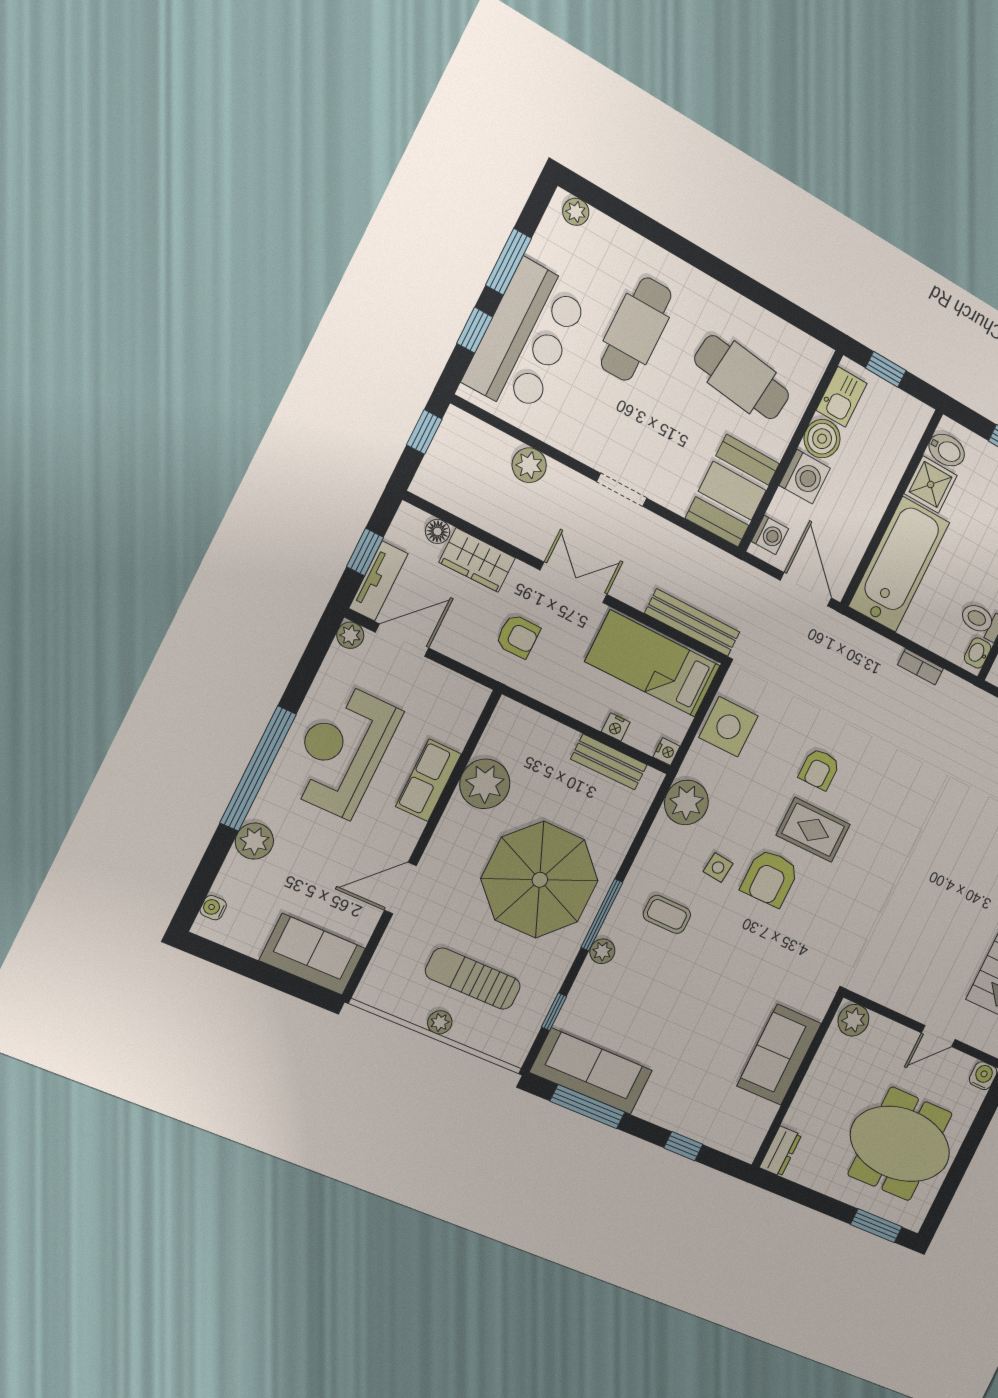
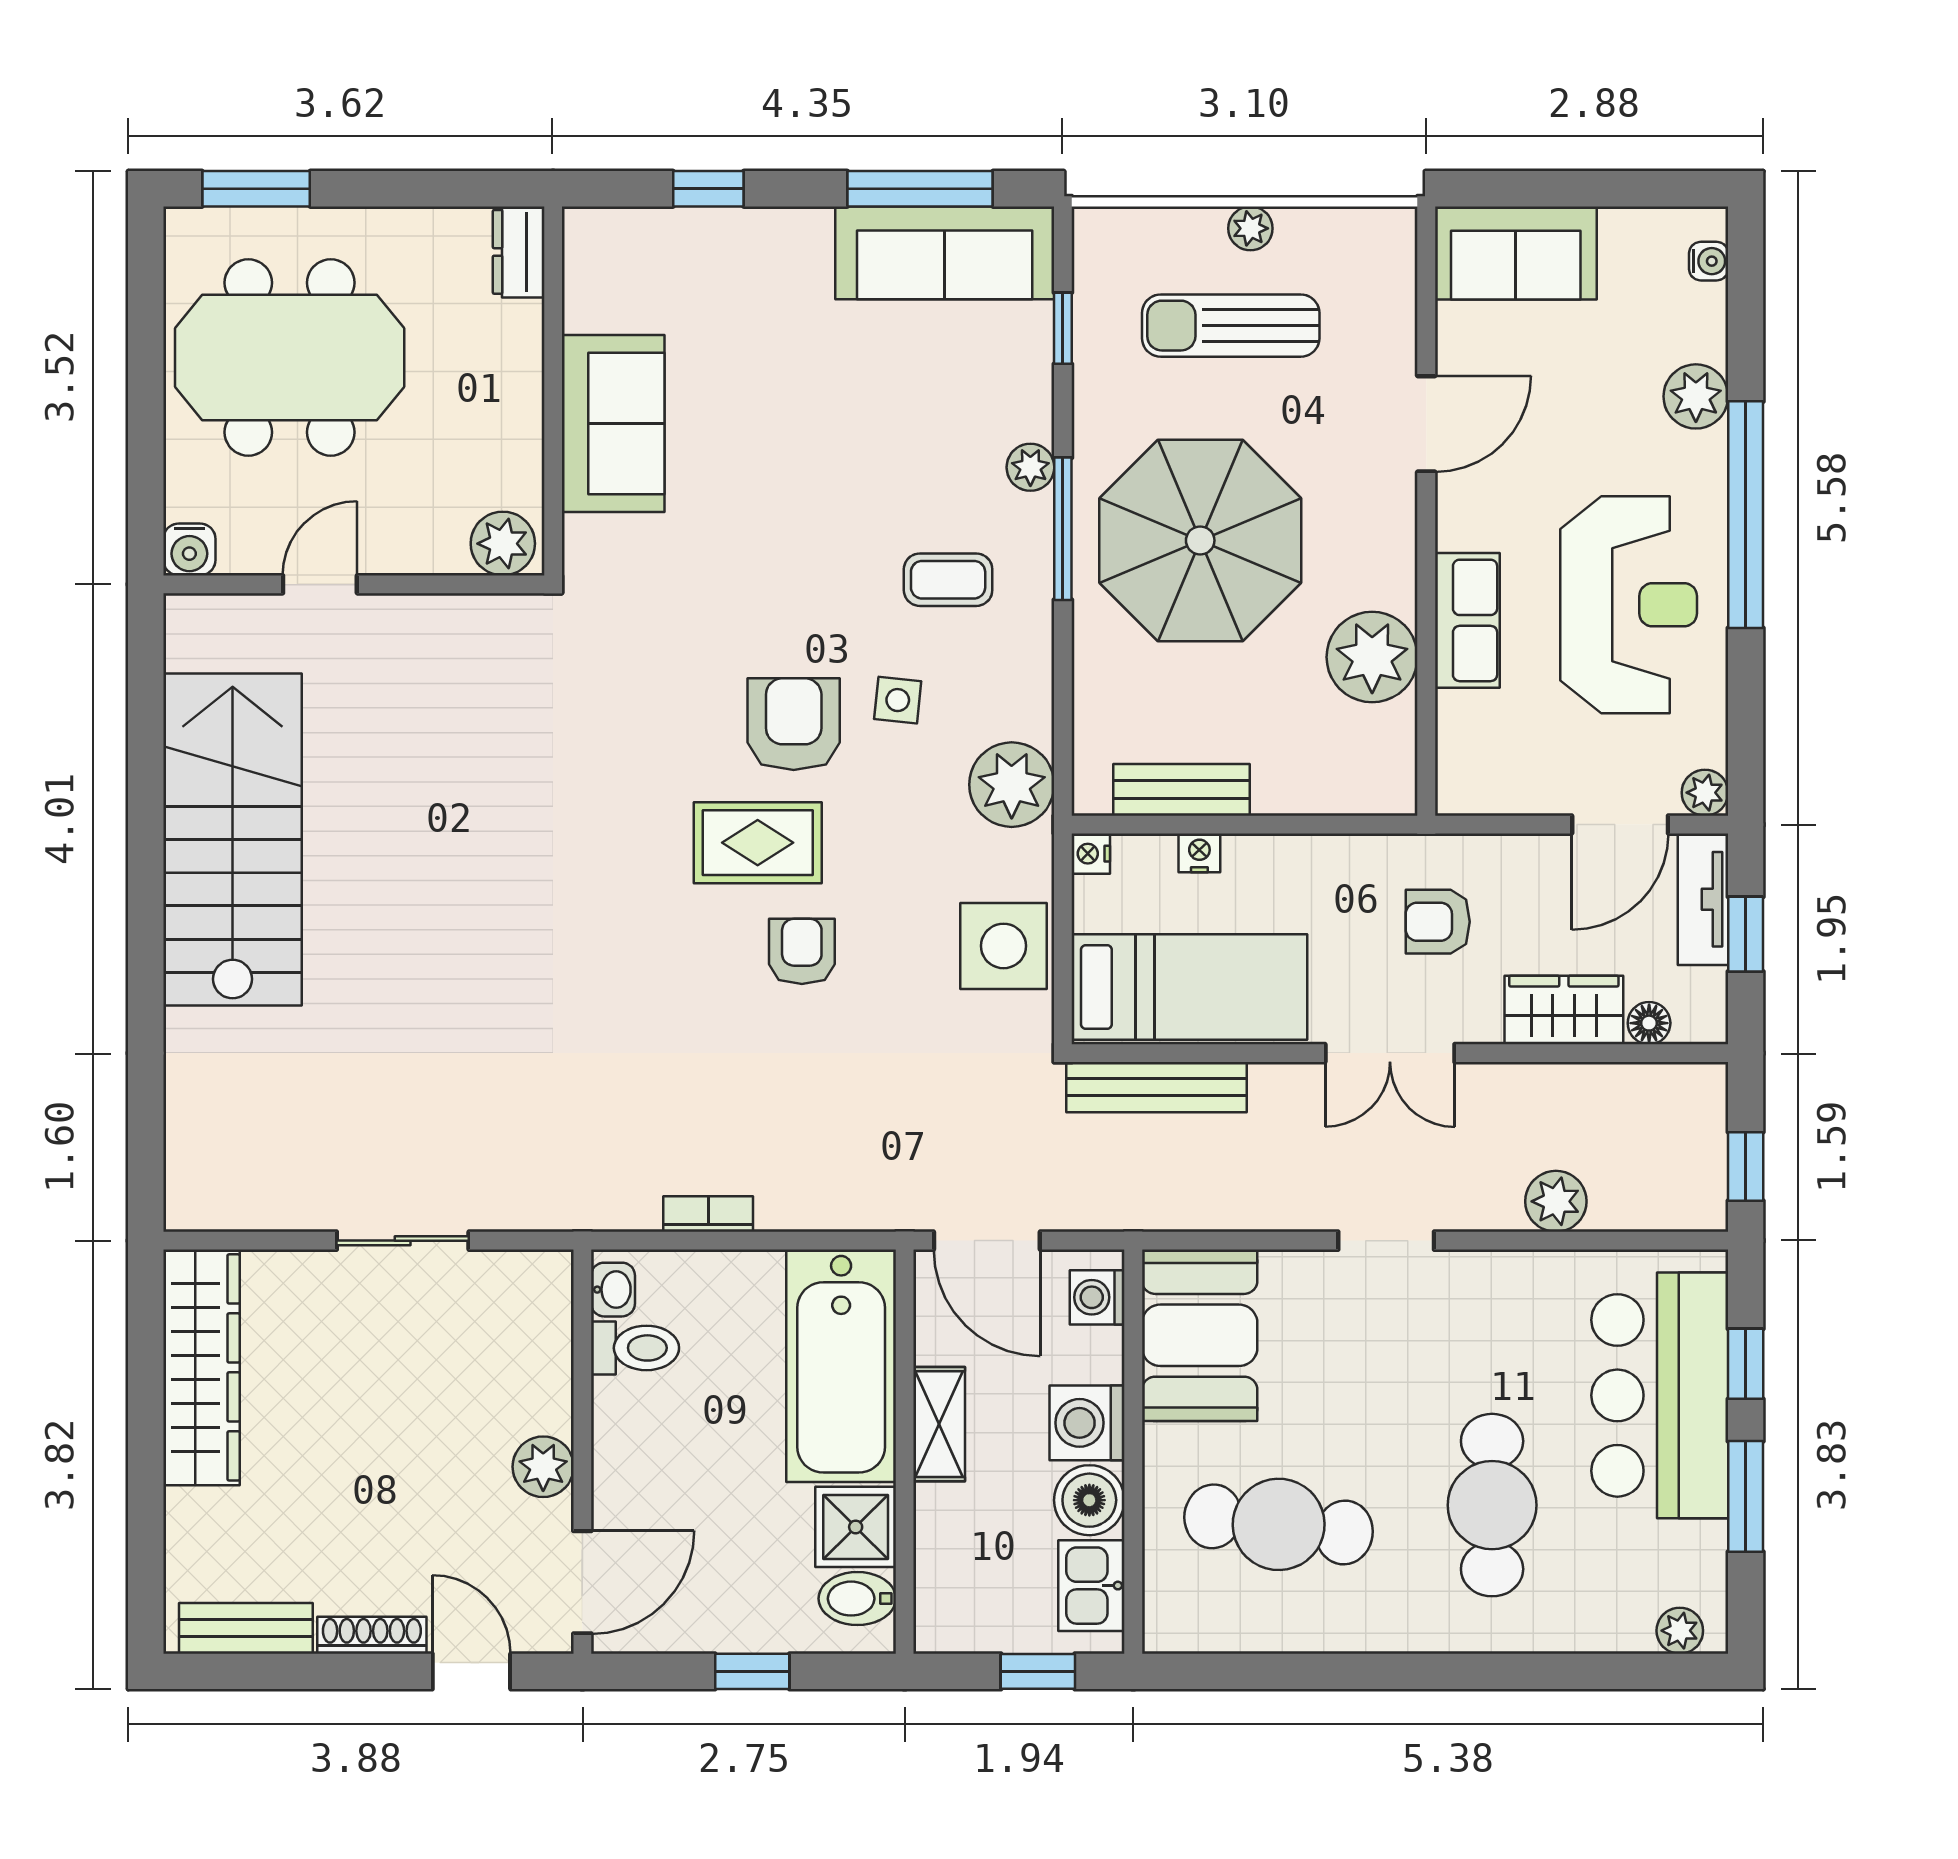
shelving: (870, 513) -> (939, 1424), added
sun lounger: (473, 979) -> (1231, 326), turned 180

